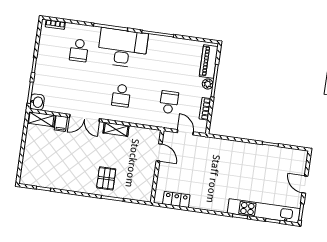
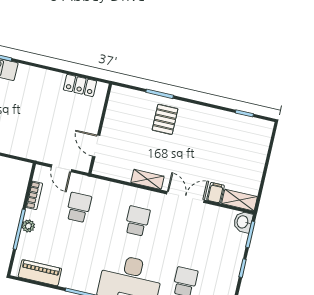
piano: (209, 61) -> (40, 273), moved, turned -90
school desk: (169, 102) -> (79, 207), turned 180

